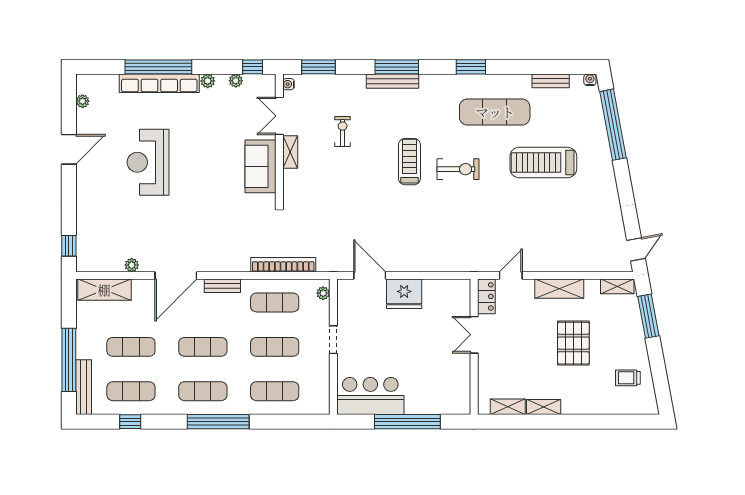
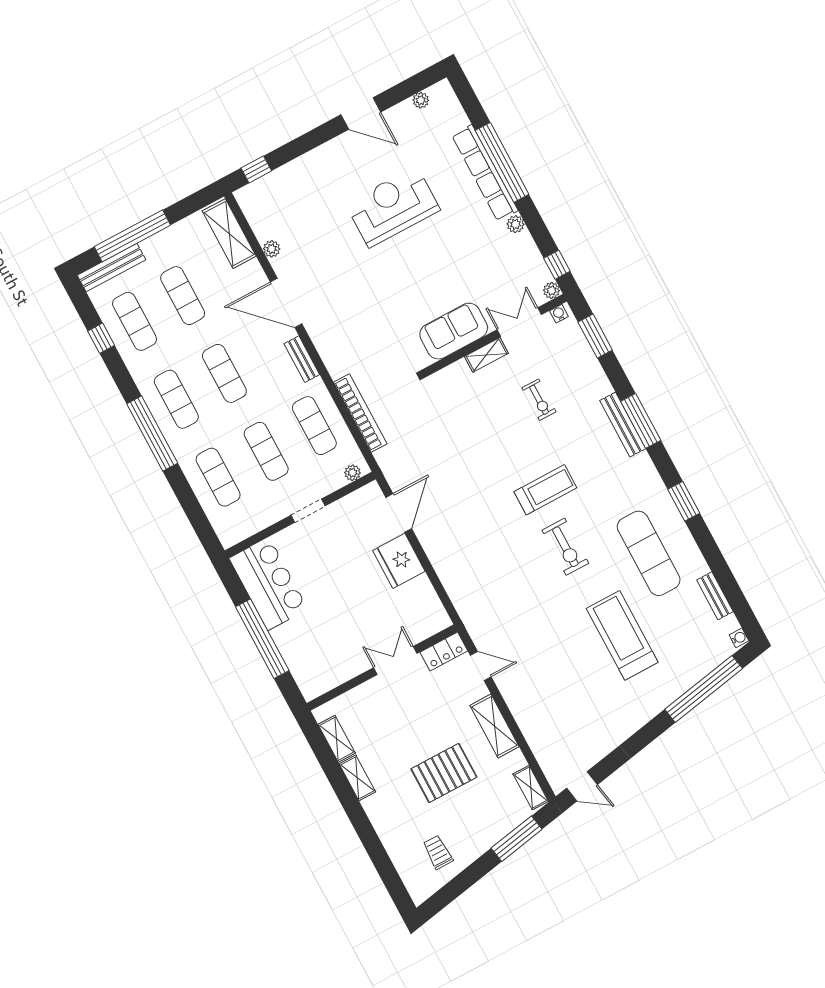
plant: (236, 81) -> (552, 290), moved
exercise bike: (343, 132) -> (539, 400), turned 90

